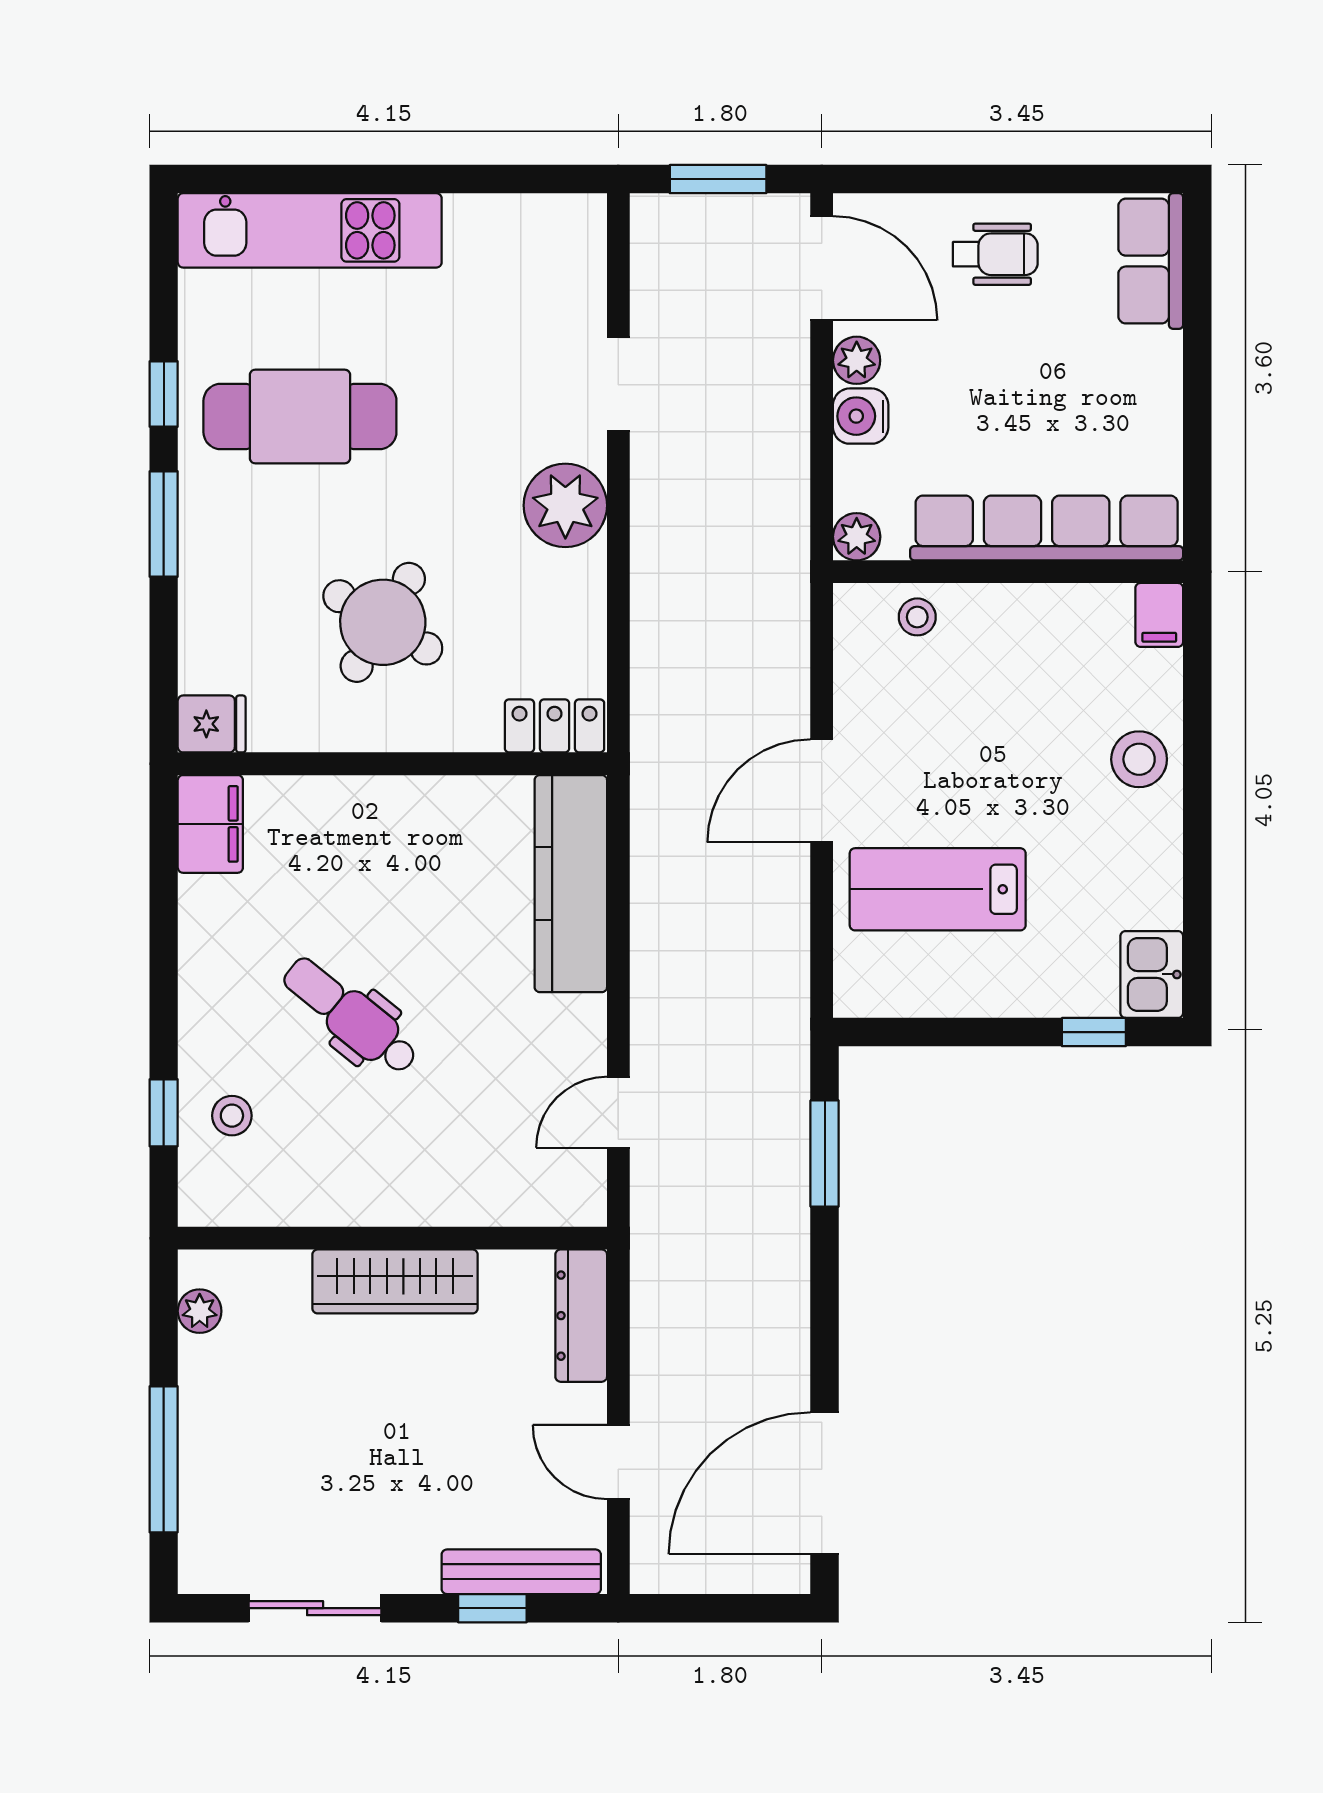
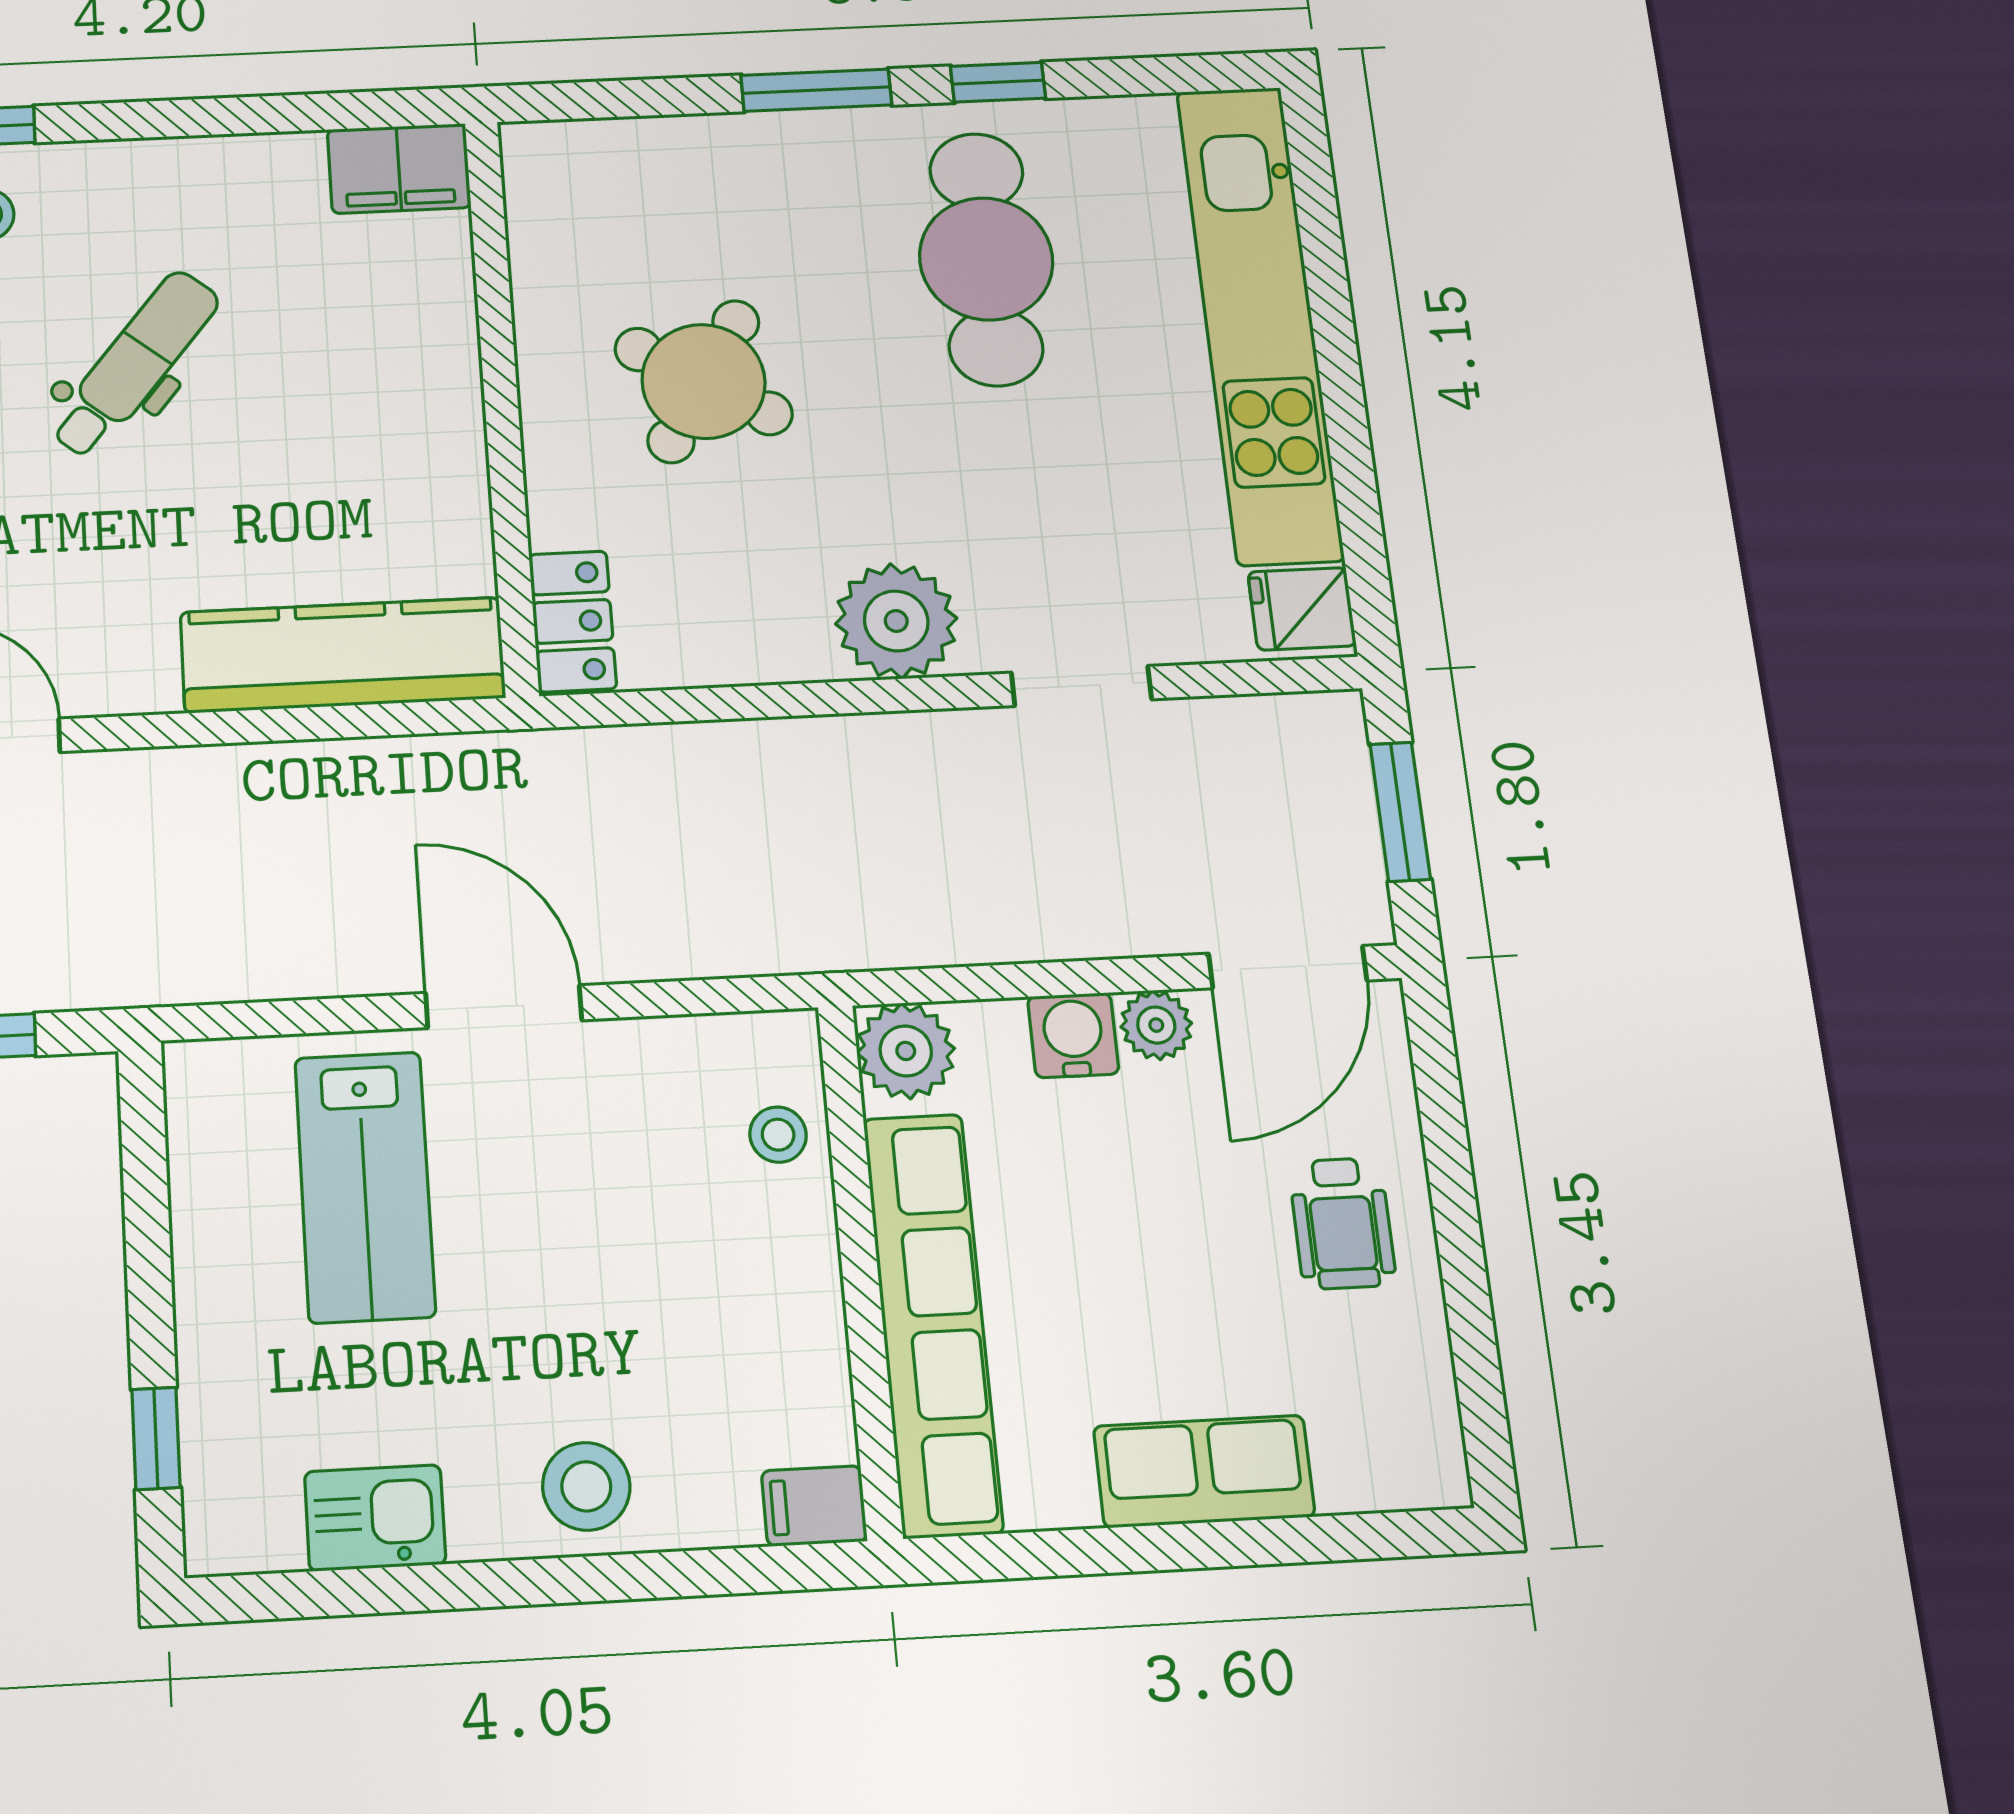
kitchen unit: (310, 230) -> (1259, 322), width x1.36
row of seats: (1151, 261) -> (1204, 1471), moved
plant: (857, 537) -> (906, 1051), width x1.38, depth x1.38
fridge: (212, 724) -> (1302, 609), moved, turned 90
lab bench: (938, 889) -> (365, 1187), turned 180
kitchen sink: (1152, 974) -> (375, 1518), moved

